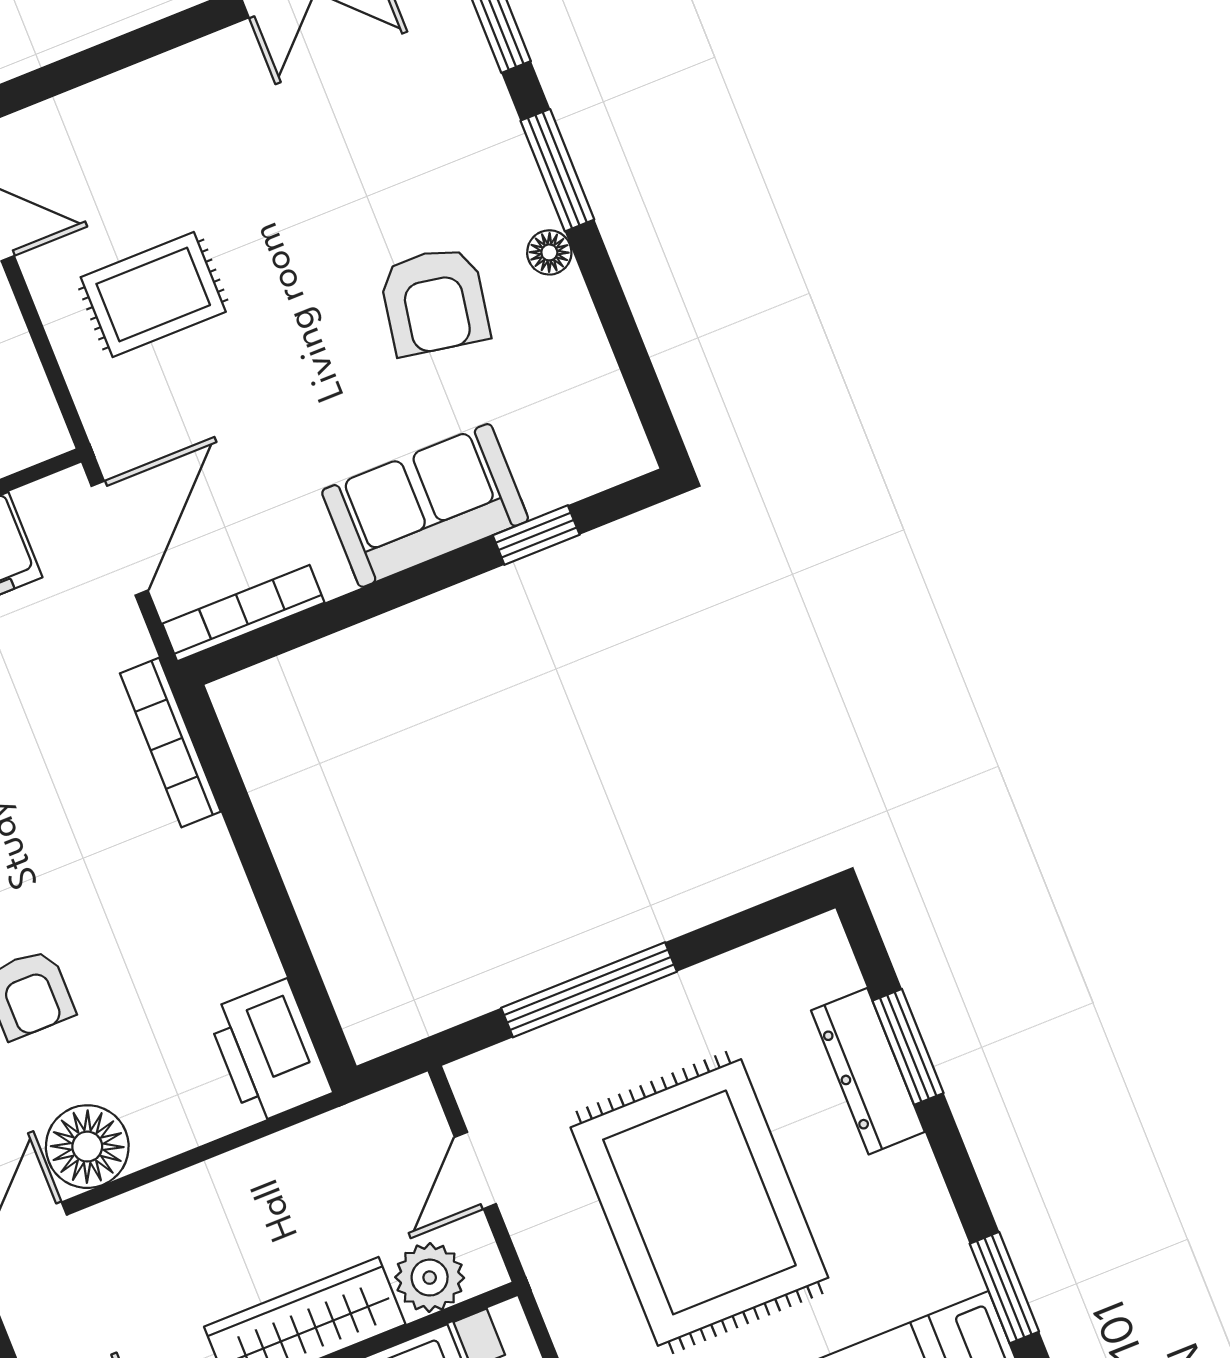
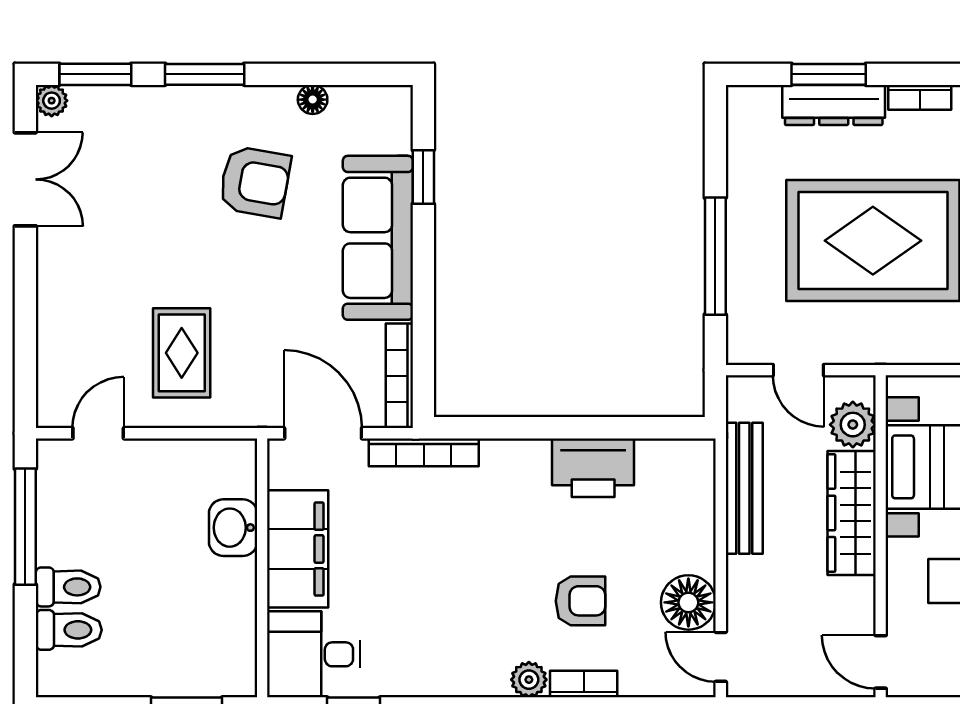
floor lamp: (549, 252) -> (313, 100), moved
sofa: (425, 505) -> (378, 238), width x1.36
bookcase: (170, 743) -> (424, 452), moved
printer: (269, 1052) -> (593, 468), moved
bench: (279, 1161) -> (744, 488), added
bookcase: (927, 1188) -> (920, 97), added

